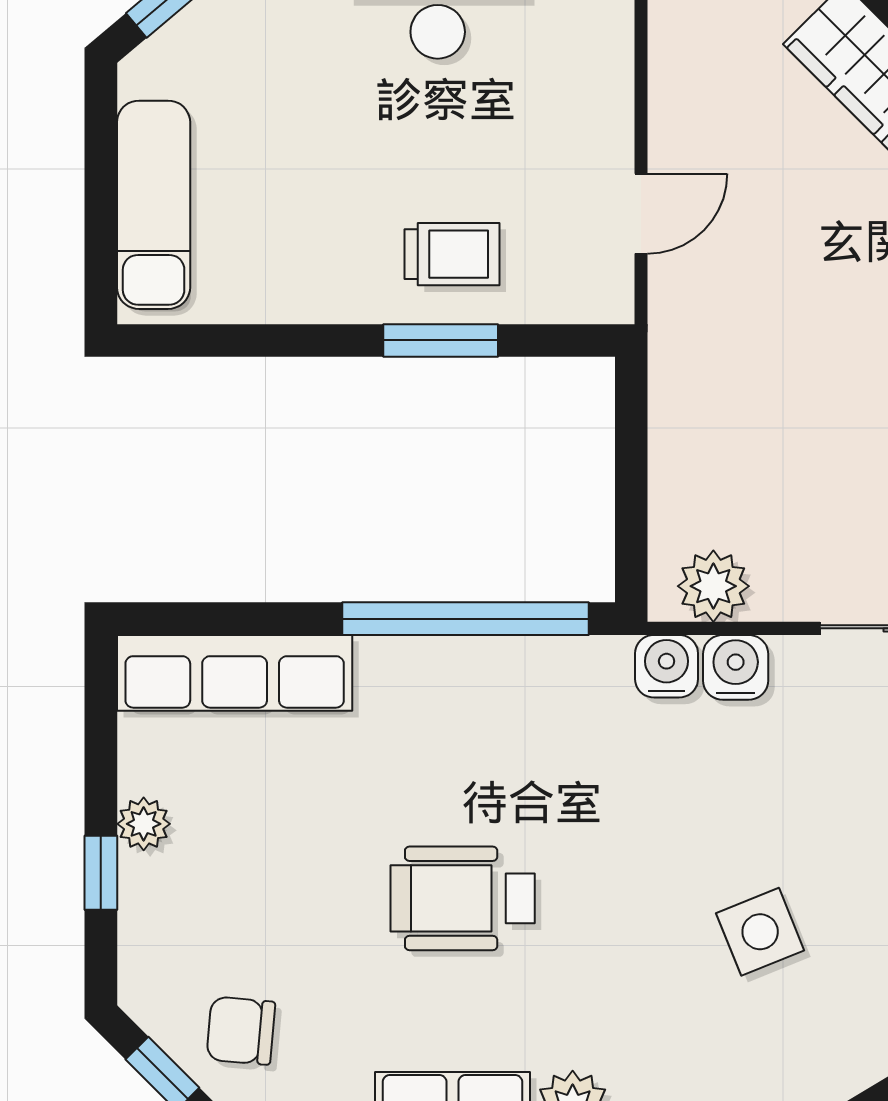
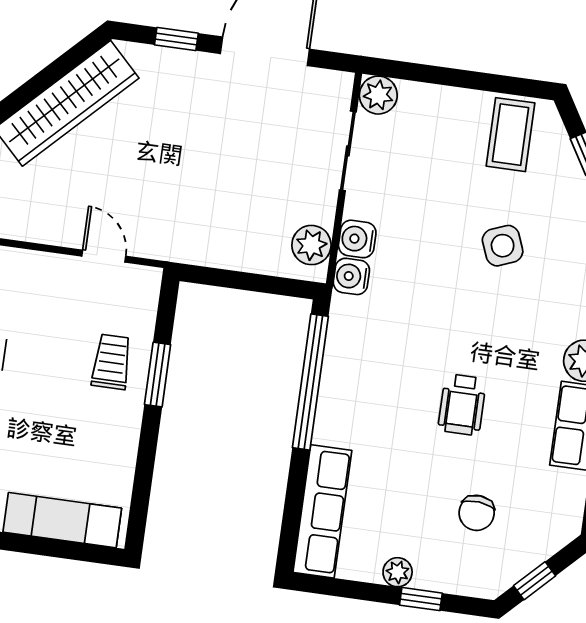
wheelchair: (463, 898) -> (462, 405), width x0.73, depth x0.73
chair: (241, 1031) -> (477, 513), moved

